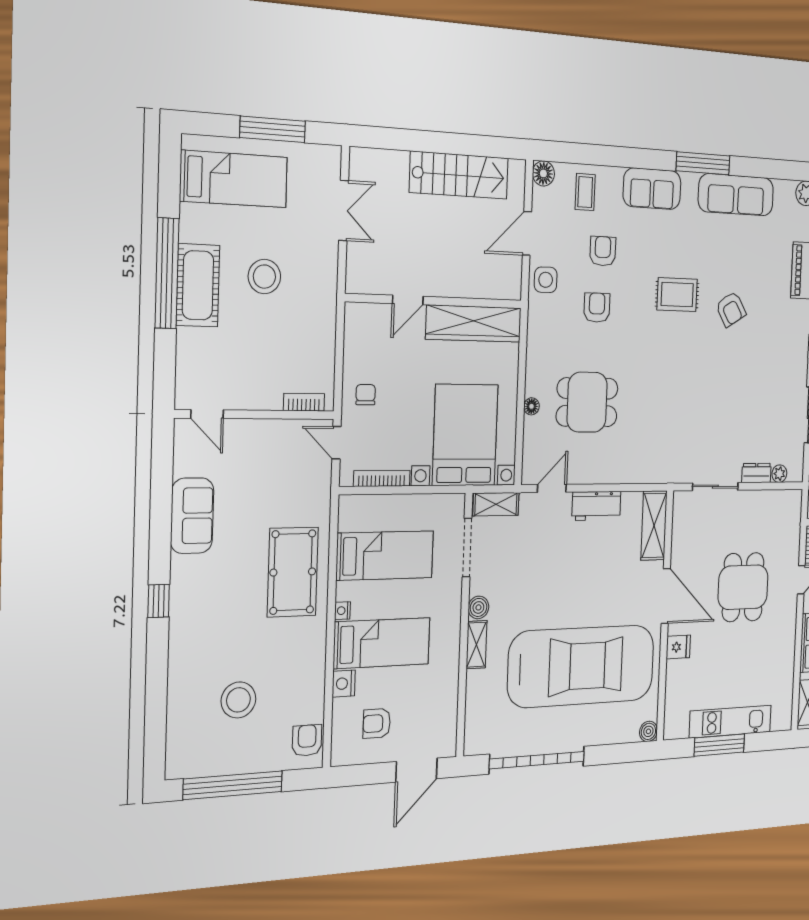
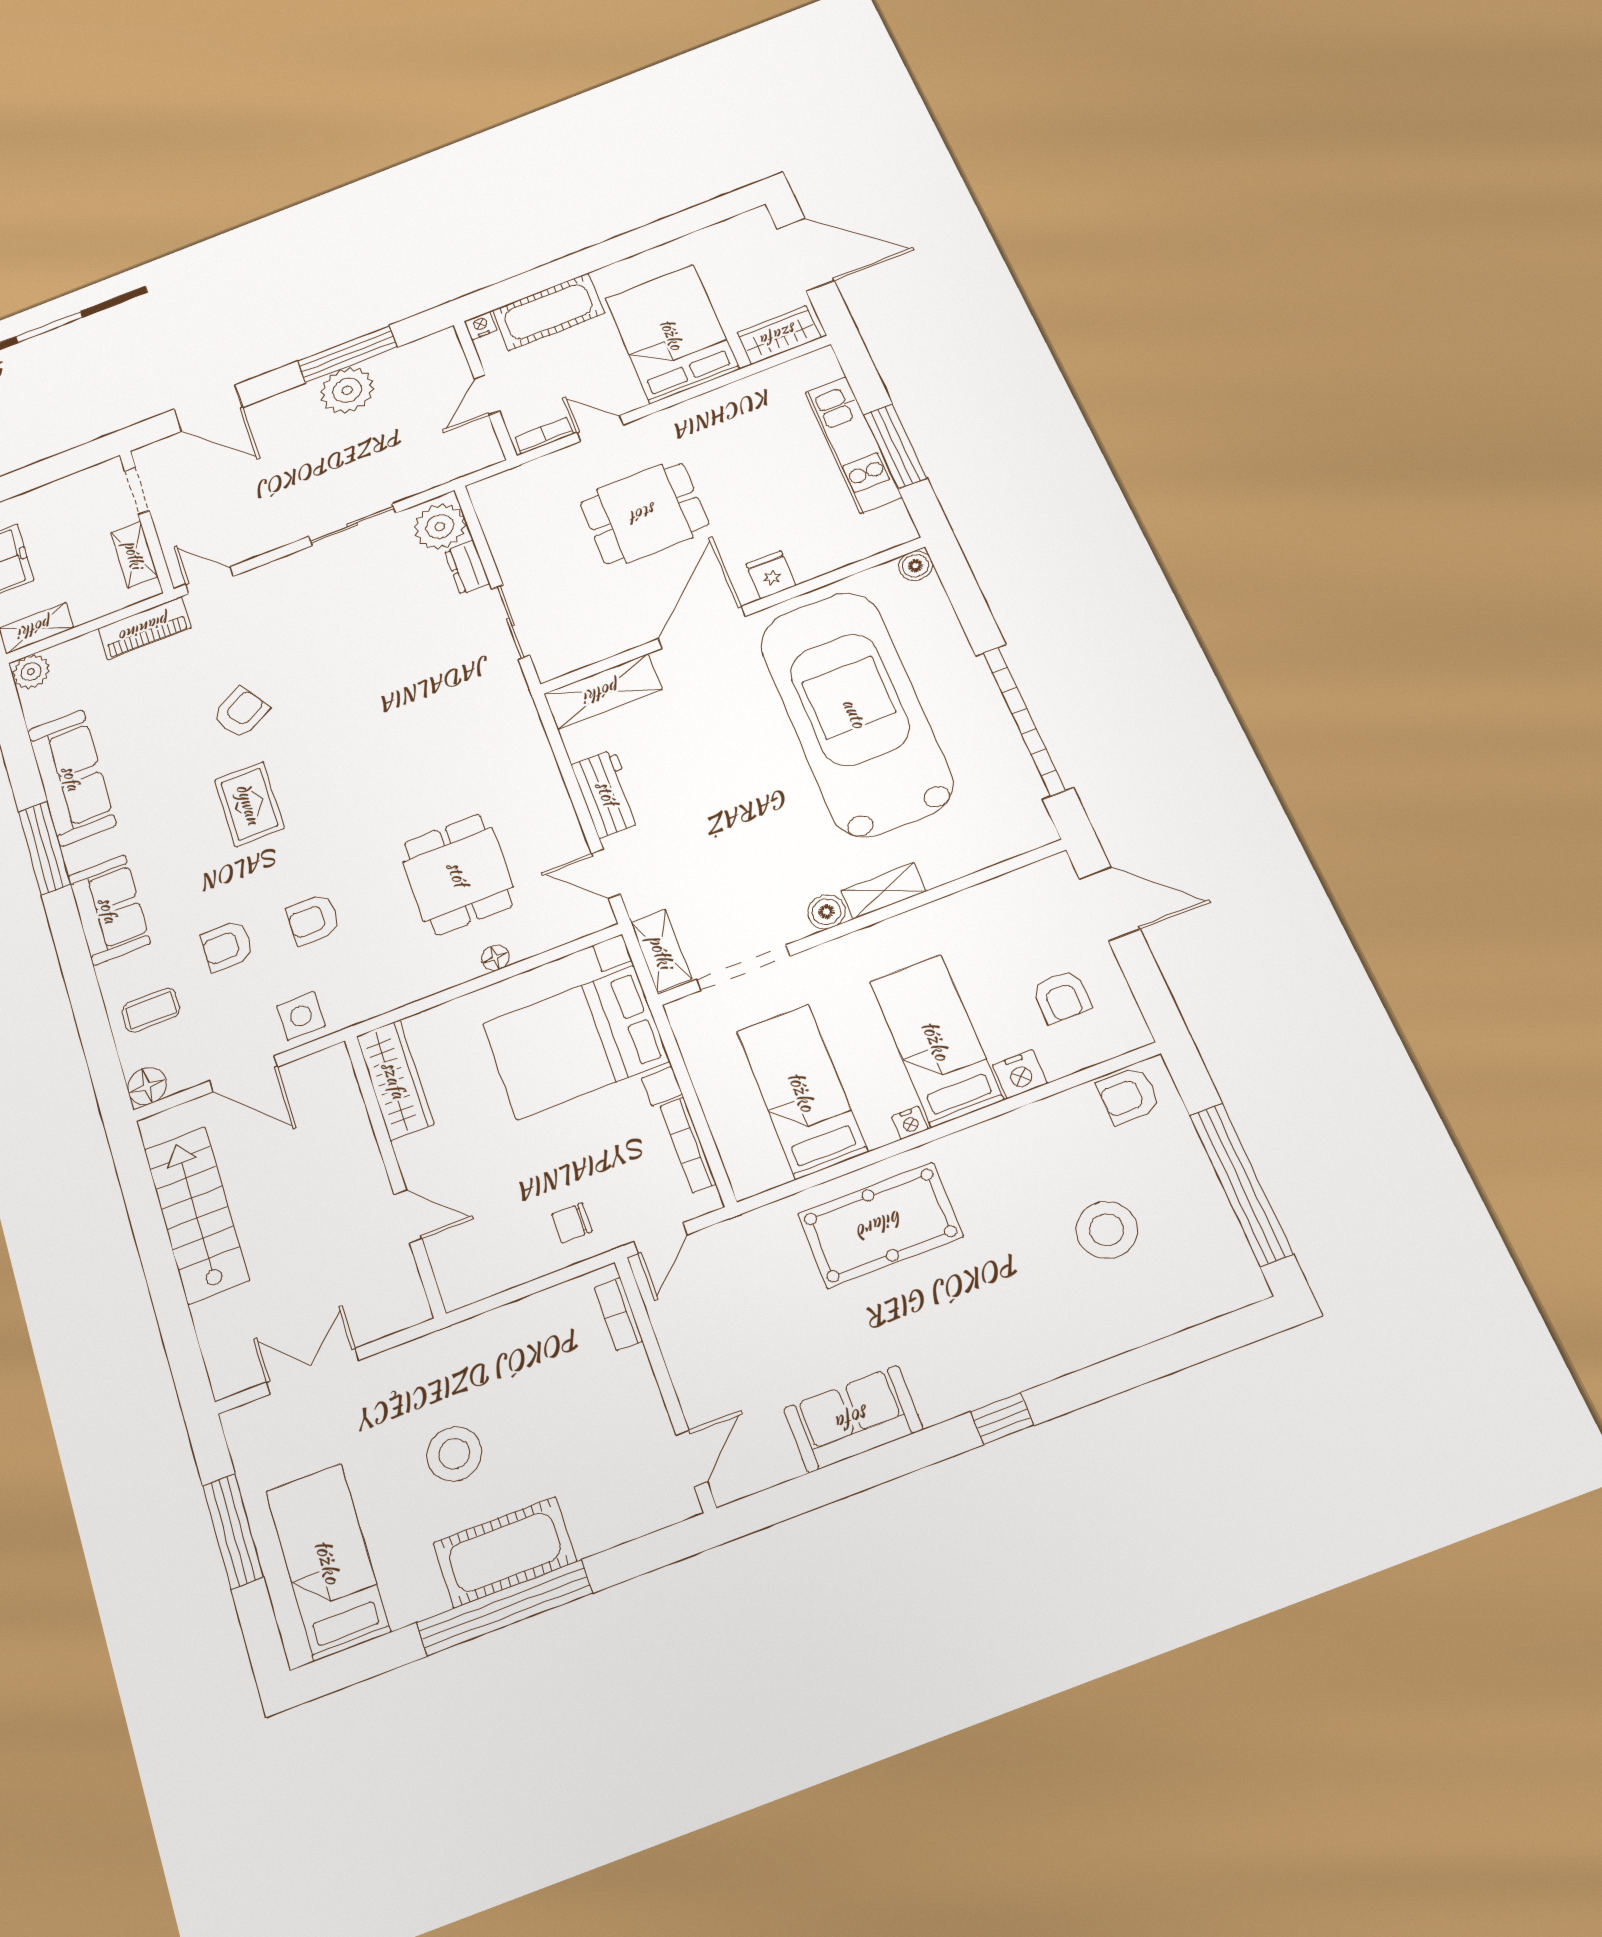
wardrobe: (474, 324) -> (395, 1080), width x0.71, depth x0.85
plant: (779, 474) -> (440, 526), width x1.87, depth x1.87

